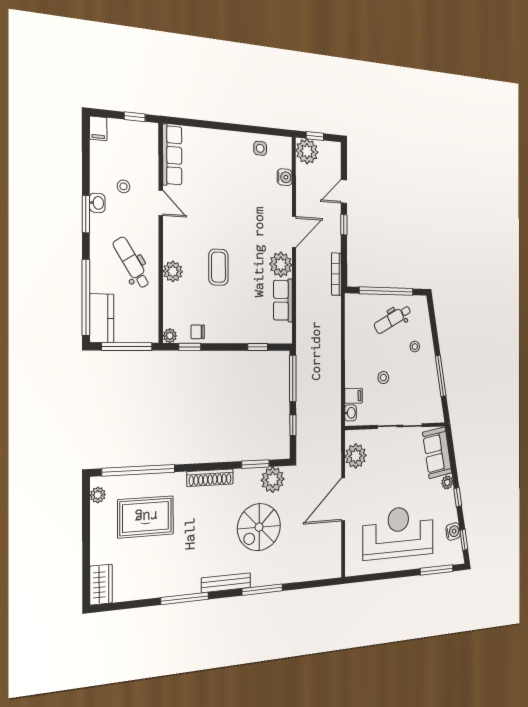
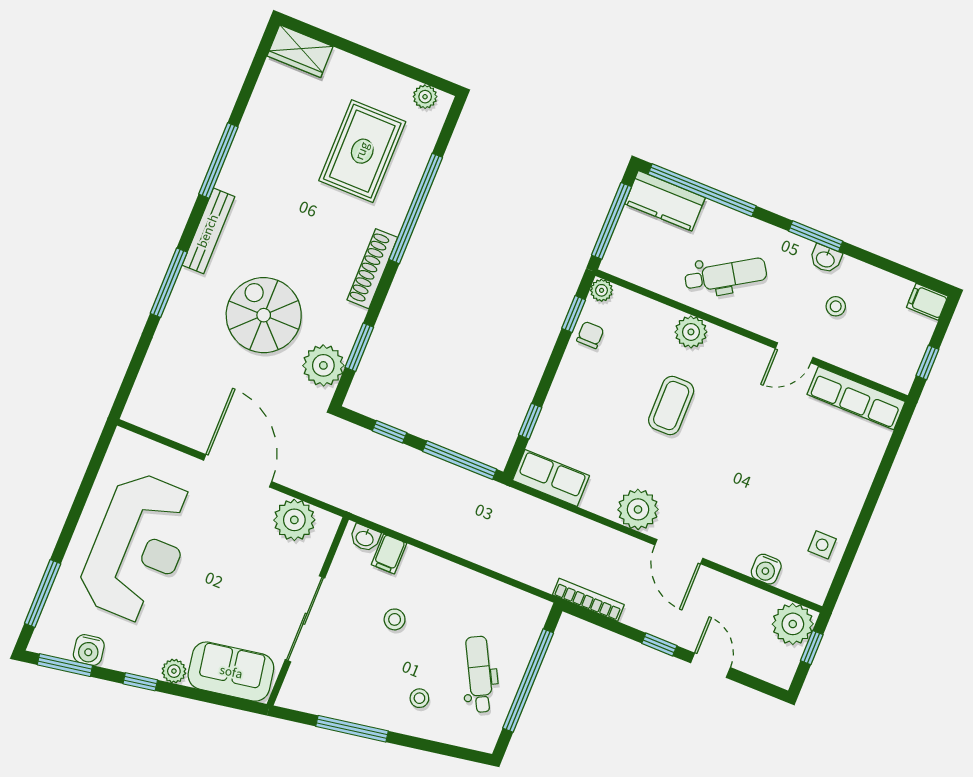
coffee table: (218, 267) -> (671, 405), turned 90
row of seats: (283, 300) -> (551, 478), moved
window: (139, 470) -> (416, 208), moved
window: (464, 540) -> (65, 665), width x1.50

